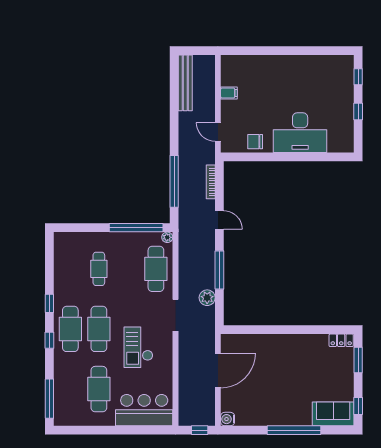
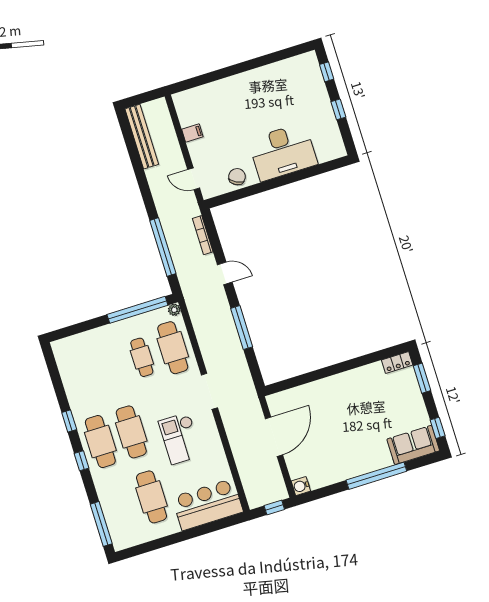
chair: (255, 142) -> (237, 177), turned 118
cafe table: (99, 269) -> (142, 357), moved
plant: (207, 298) -> (238, 362), removed

